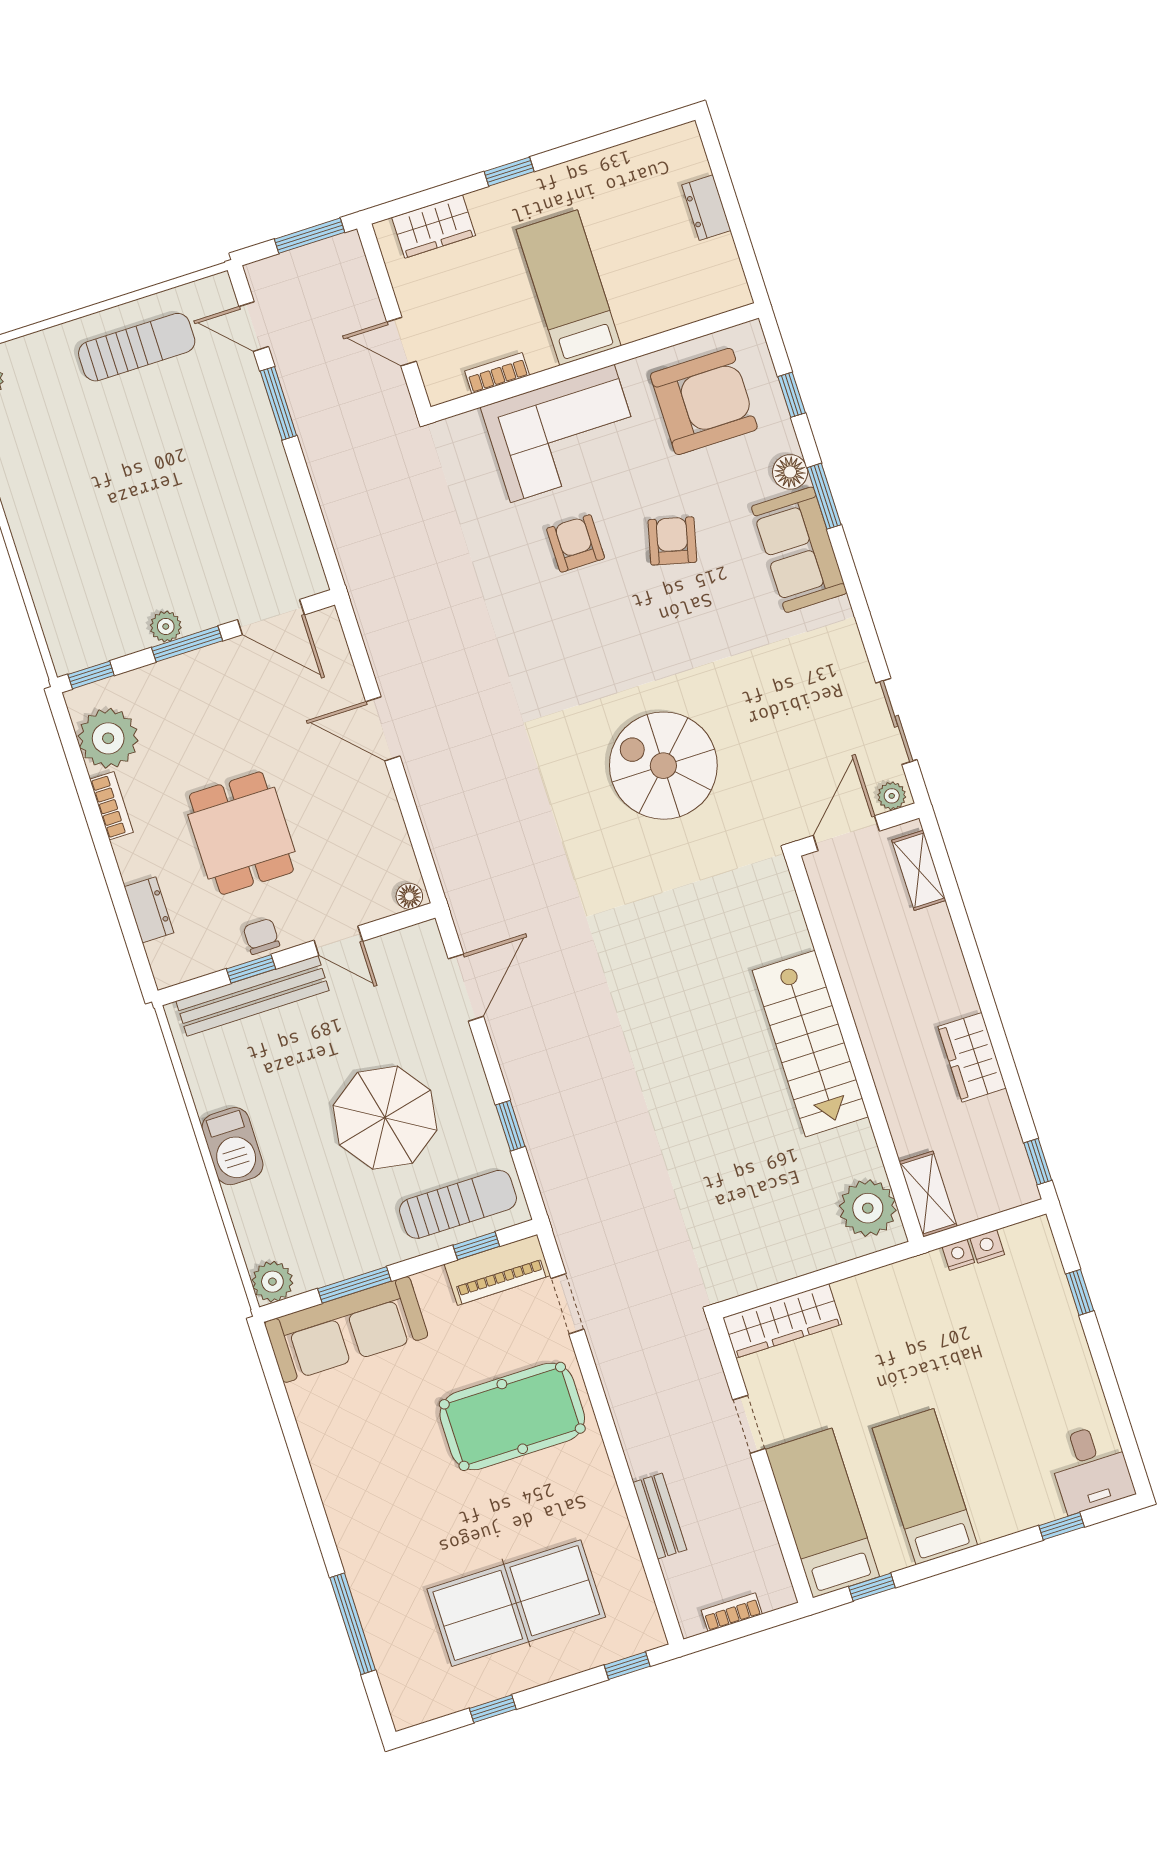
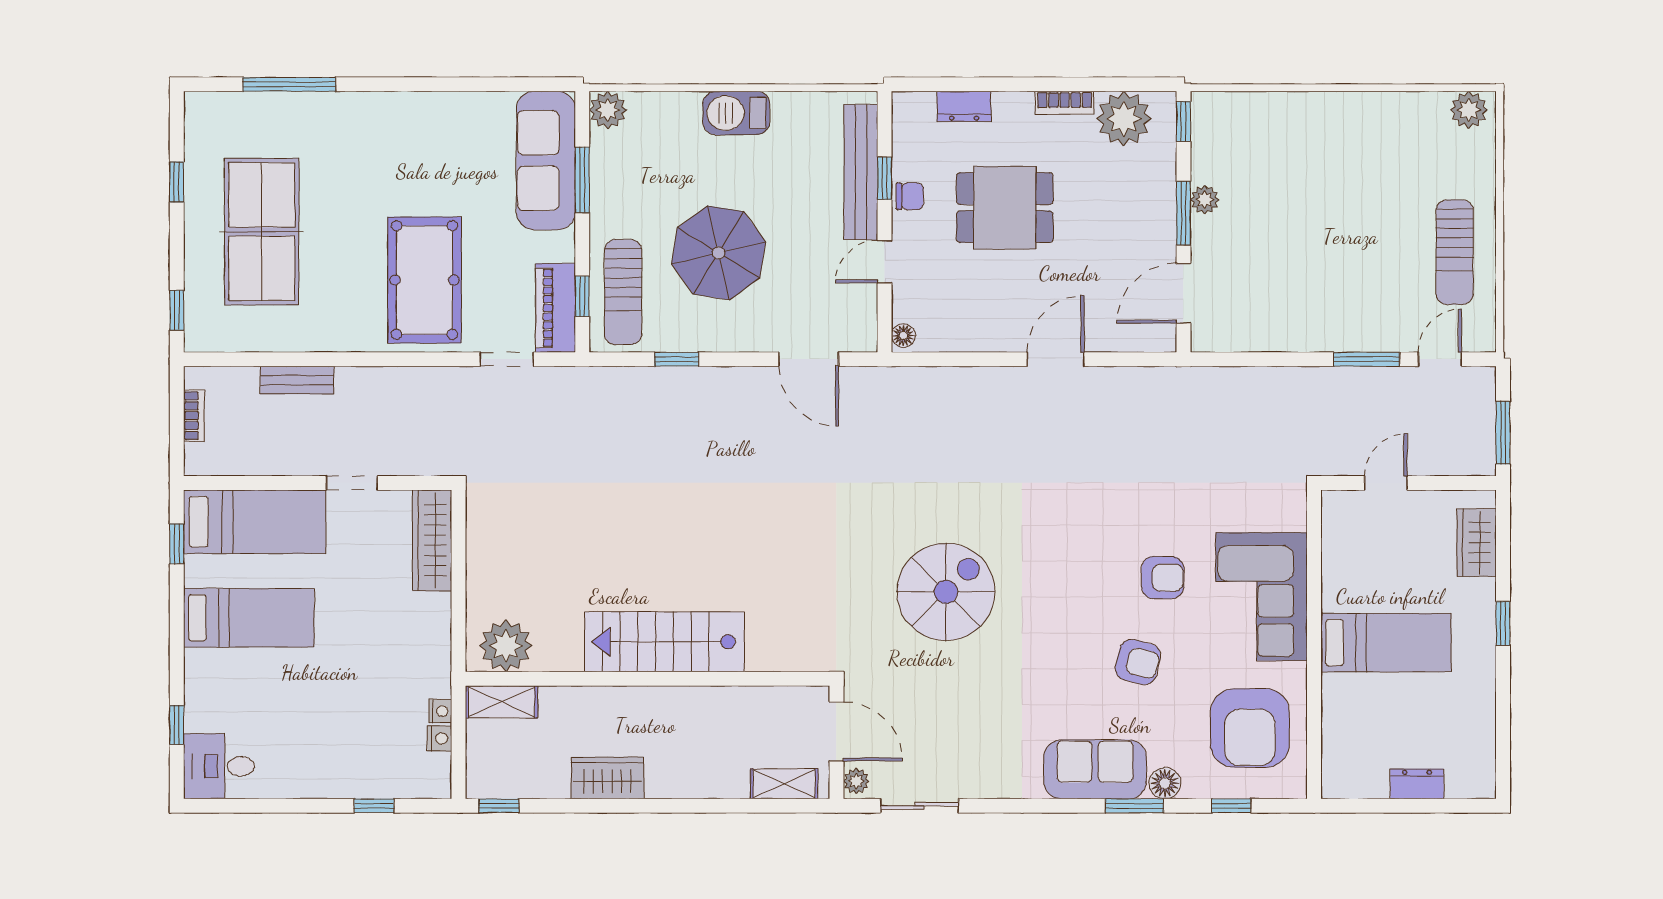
bookcase: (497, 373) -> (1332, 557), removed

